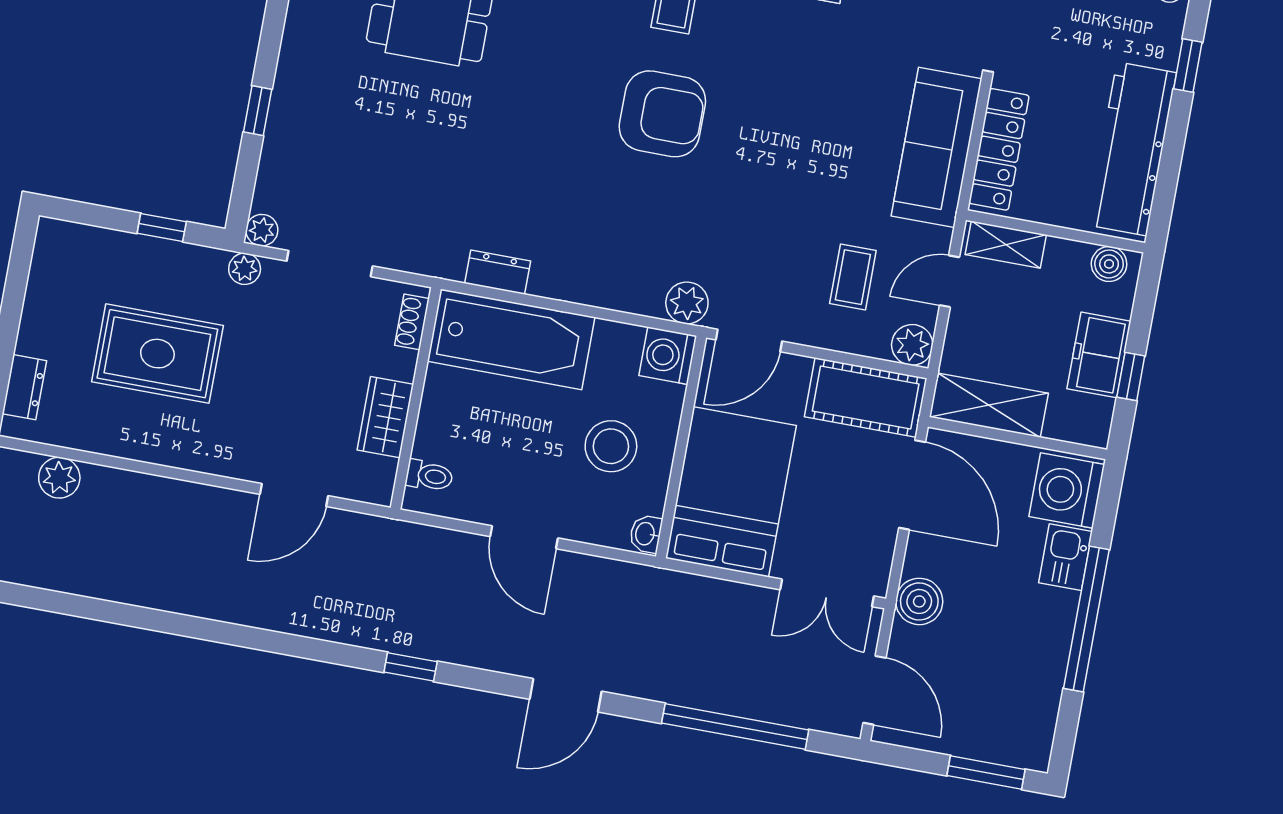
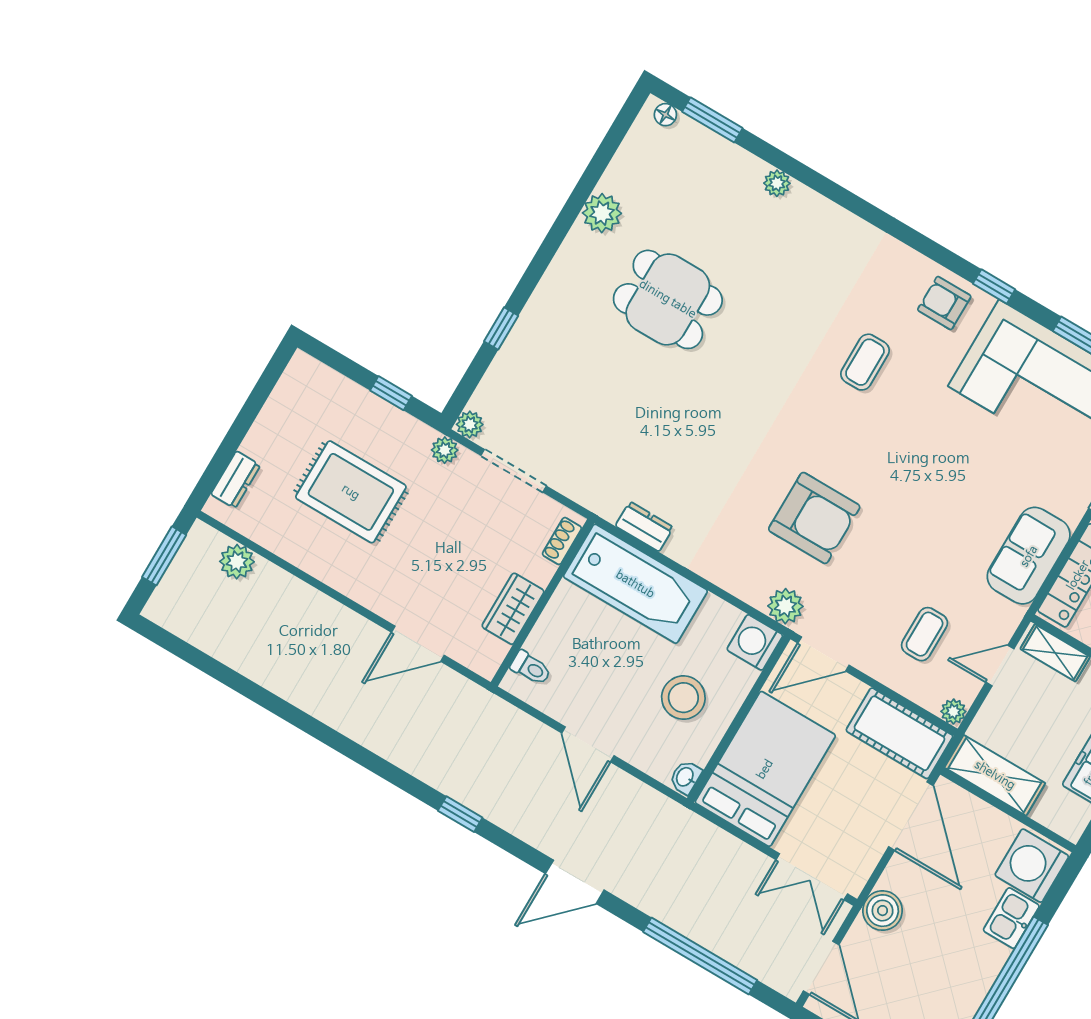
armchair: (662, 114) -> (814, 518), moved
sofa: (937, 147) -> (1029, 556), width x0.73
plant: (912, 345) -> (953, 712), width x0.73, depth x0.73

